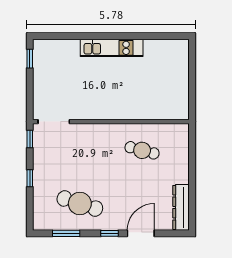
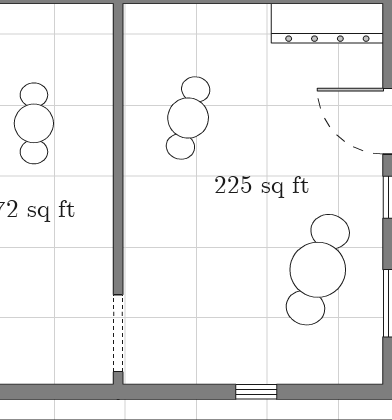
cafe table: (140, 87) -> (34, 123), added
window: (30, 139) -> (160, 392), removed

